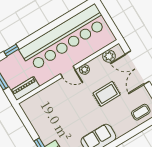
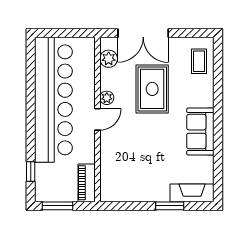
rug: (107, 94) -> (152, 89), width x1.36, depth x1.43

